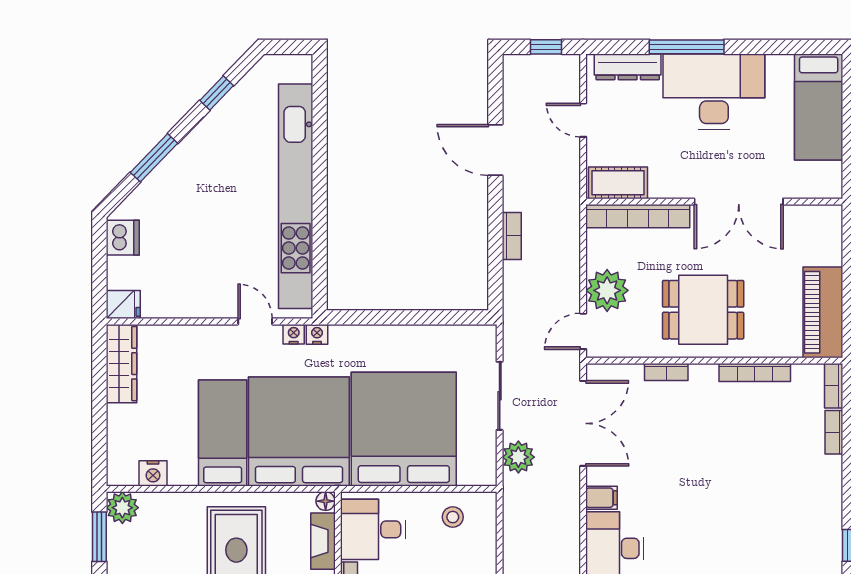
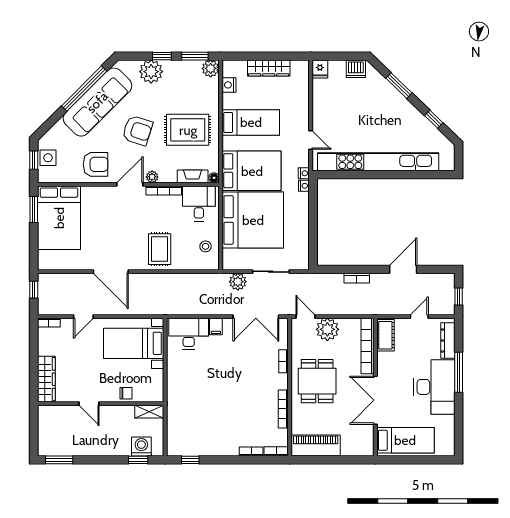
bed: (819, 107) -> (405, 440), moved, turned 180
door: (255, 322) -> (311, 140), hinge flipped
nightstand: (294, 334) -> (304, 186), moved
wardrobe: (122, 364) -> (269, 68), moved
bed: (299, 431) -> (252, 171), width x0.73

